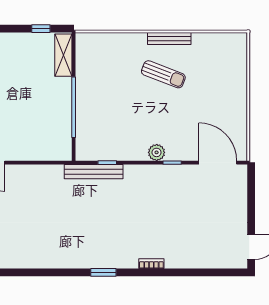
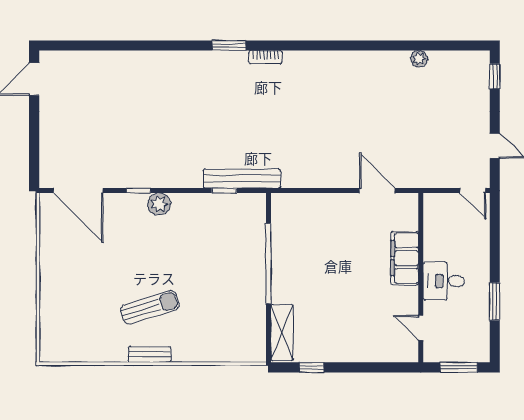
bench: (169, 39) -> (150, 354), width x0.73
sun lounger: (163, 74) -> (150, 307), turned 142
bookcase: (151, 264) -> (265, 57), moved

